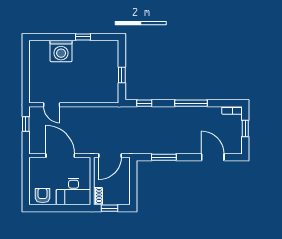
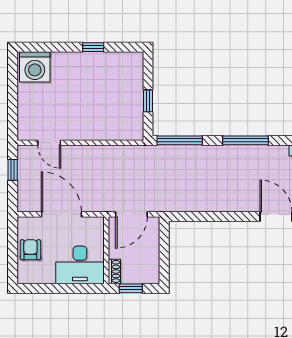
washing machine: (61, 51) -> (35, 67), moved
window: (144, 103) -> (180, 140), width x2.17
window: (164, 157) -> (207, 217), removed
armchair: (43, 195) -> (30, 250), moved

